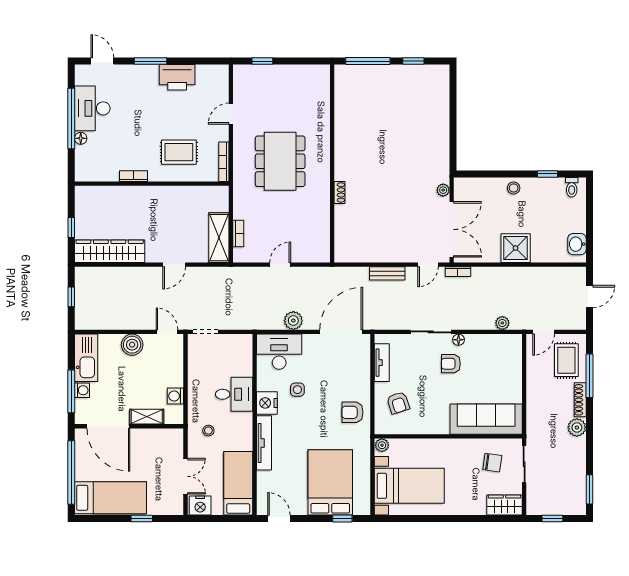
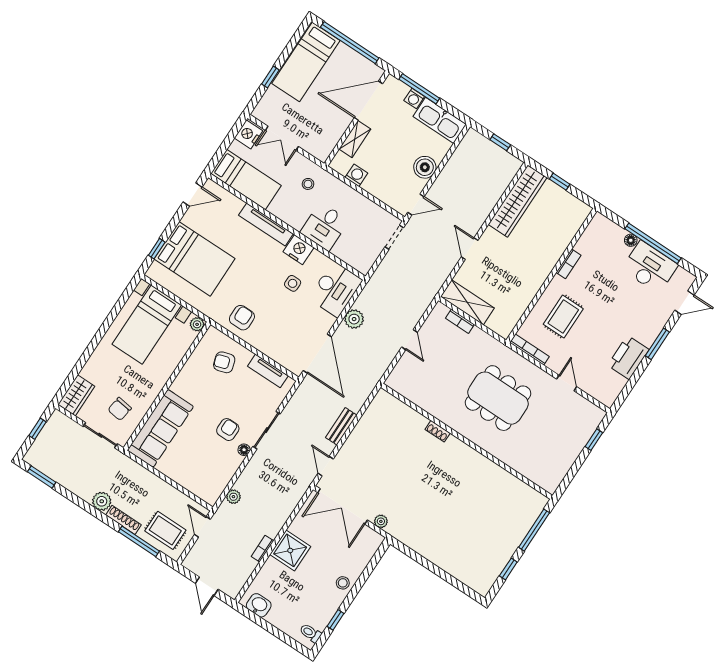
bookcase: (458, 272) -> (262, 549), moved

